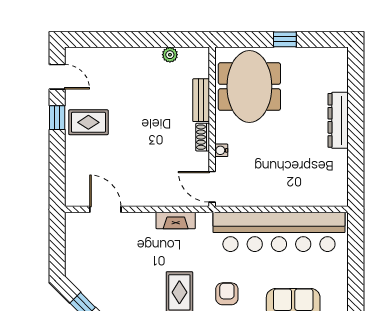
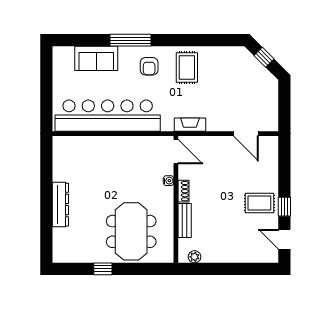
bench: (201, 100) -> (185, 221), moved
wall: (212, 127) -> (176, 199), moved
shoe rack: (203, 137) -> (183, 191), moved
water cooler: (221, 150) -> (169, 181), moved
door: (212, 187) -> (176, 152), moved

